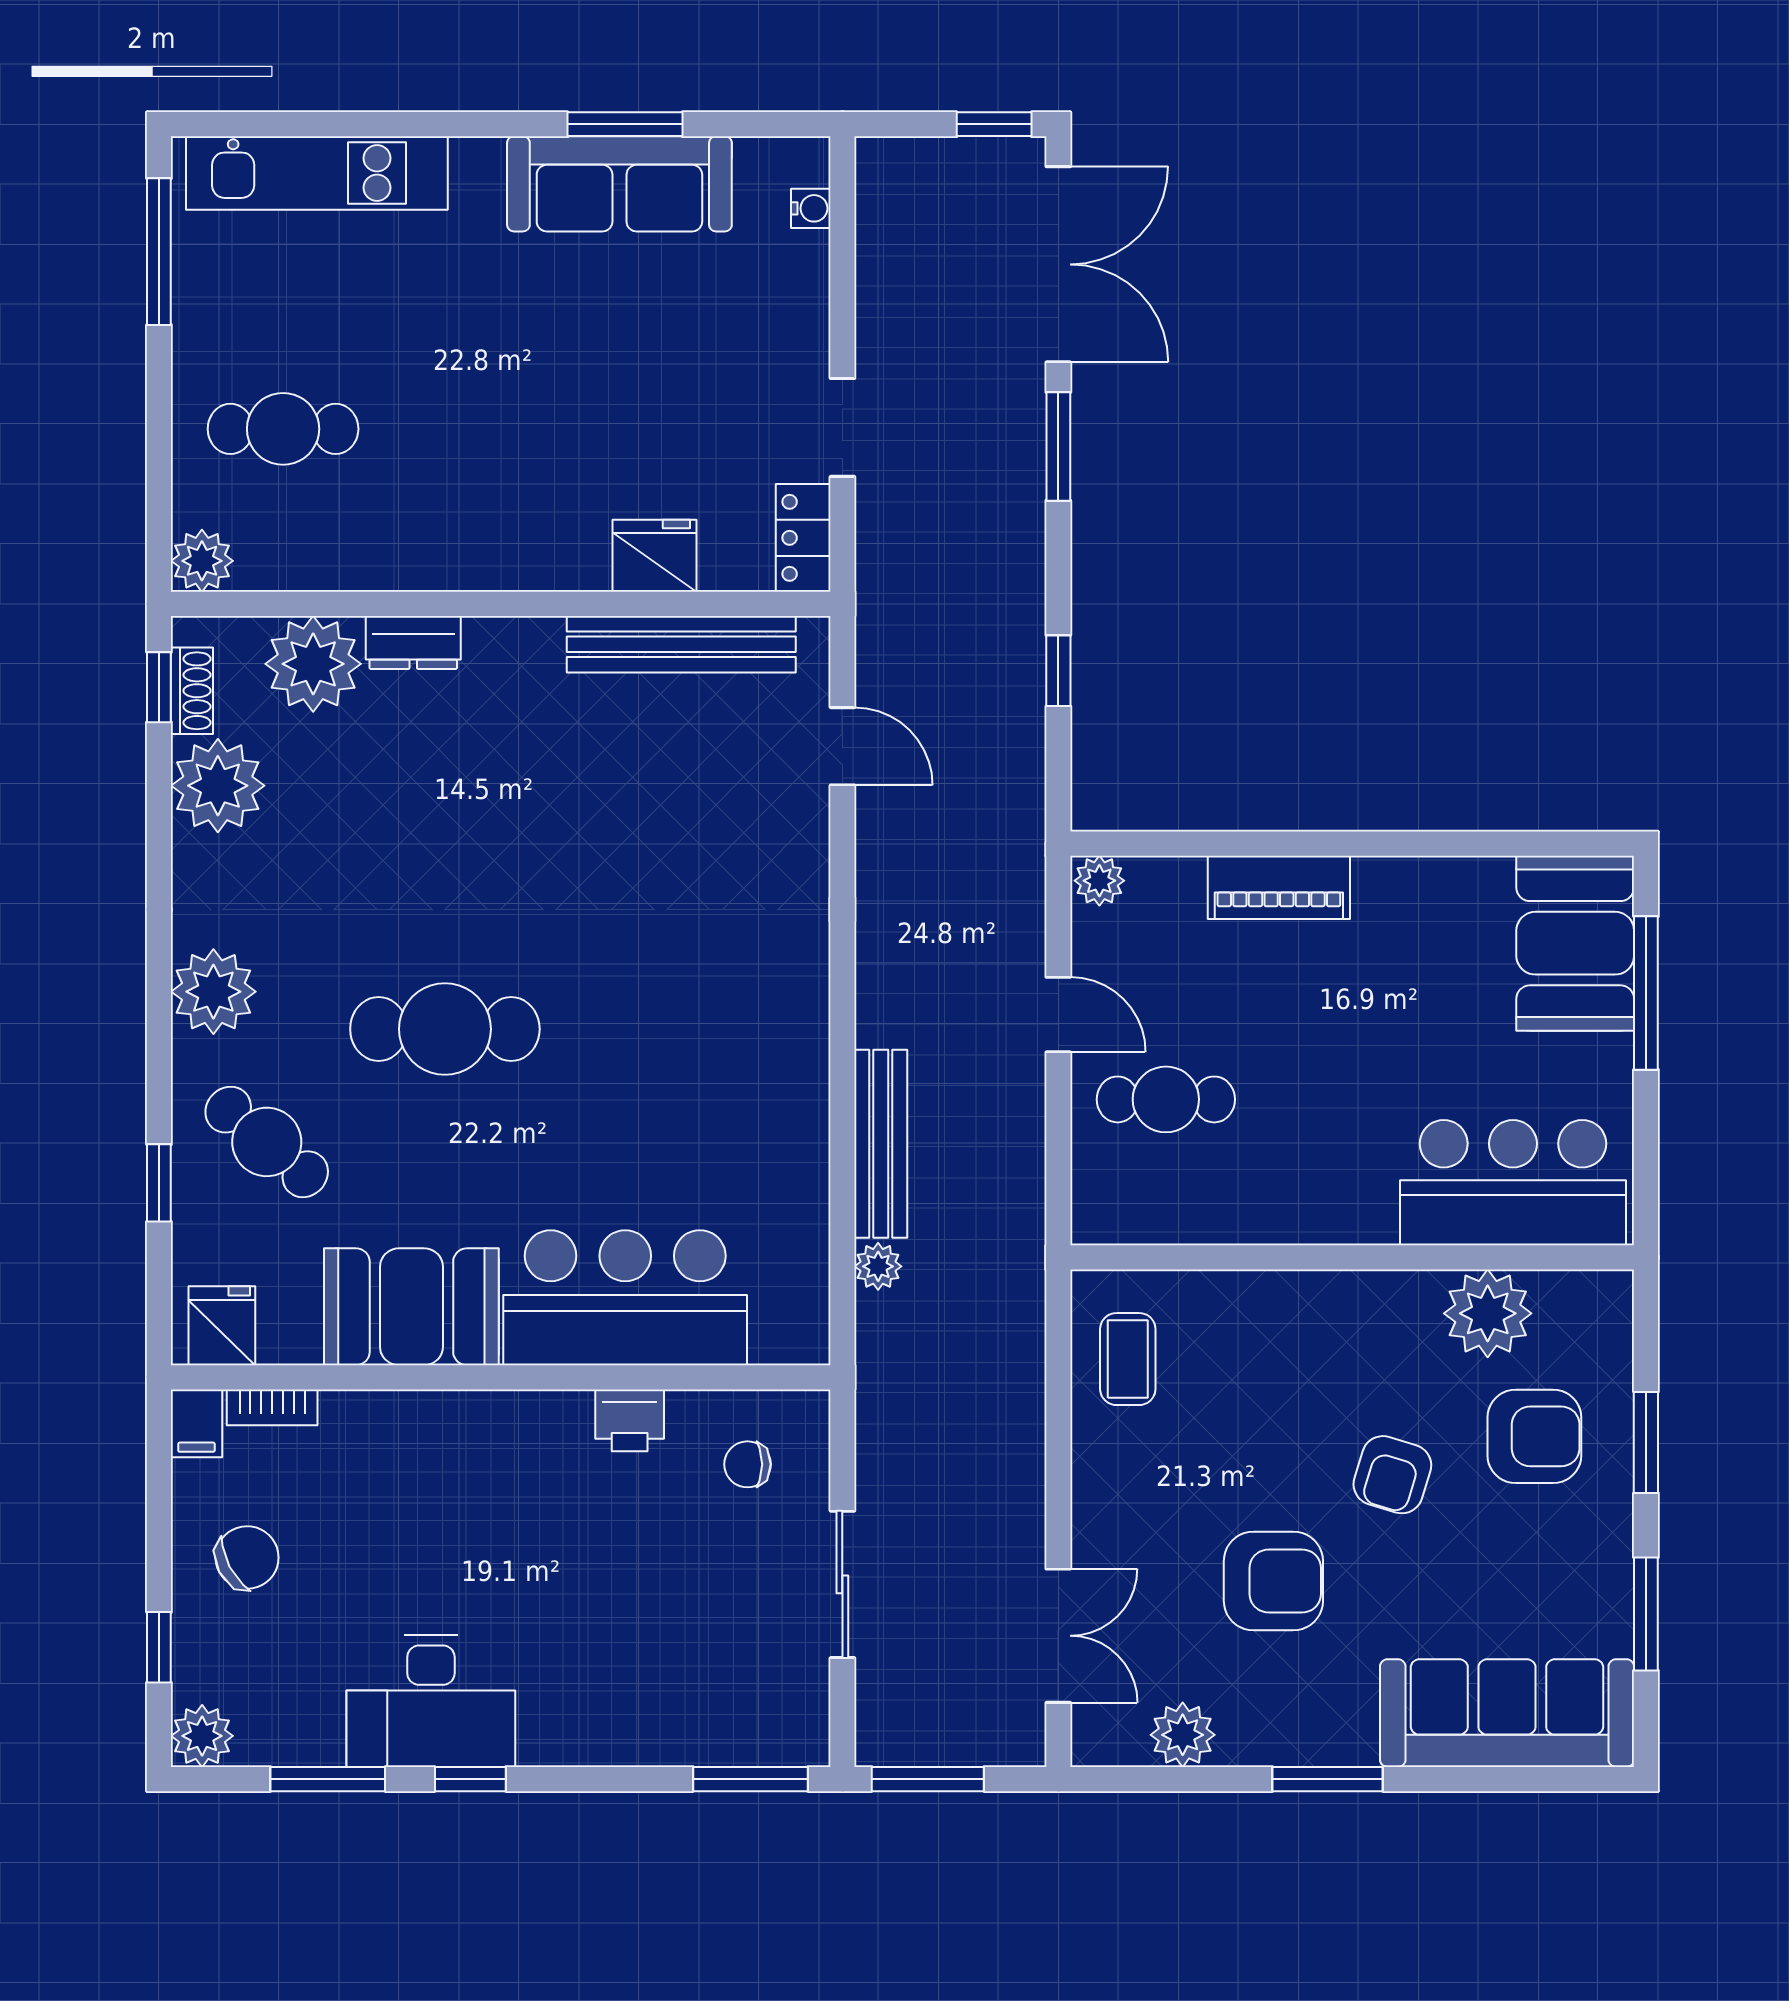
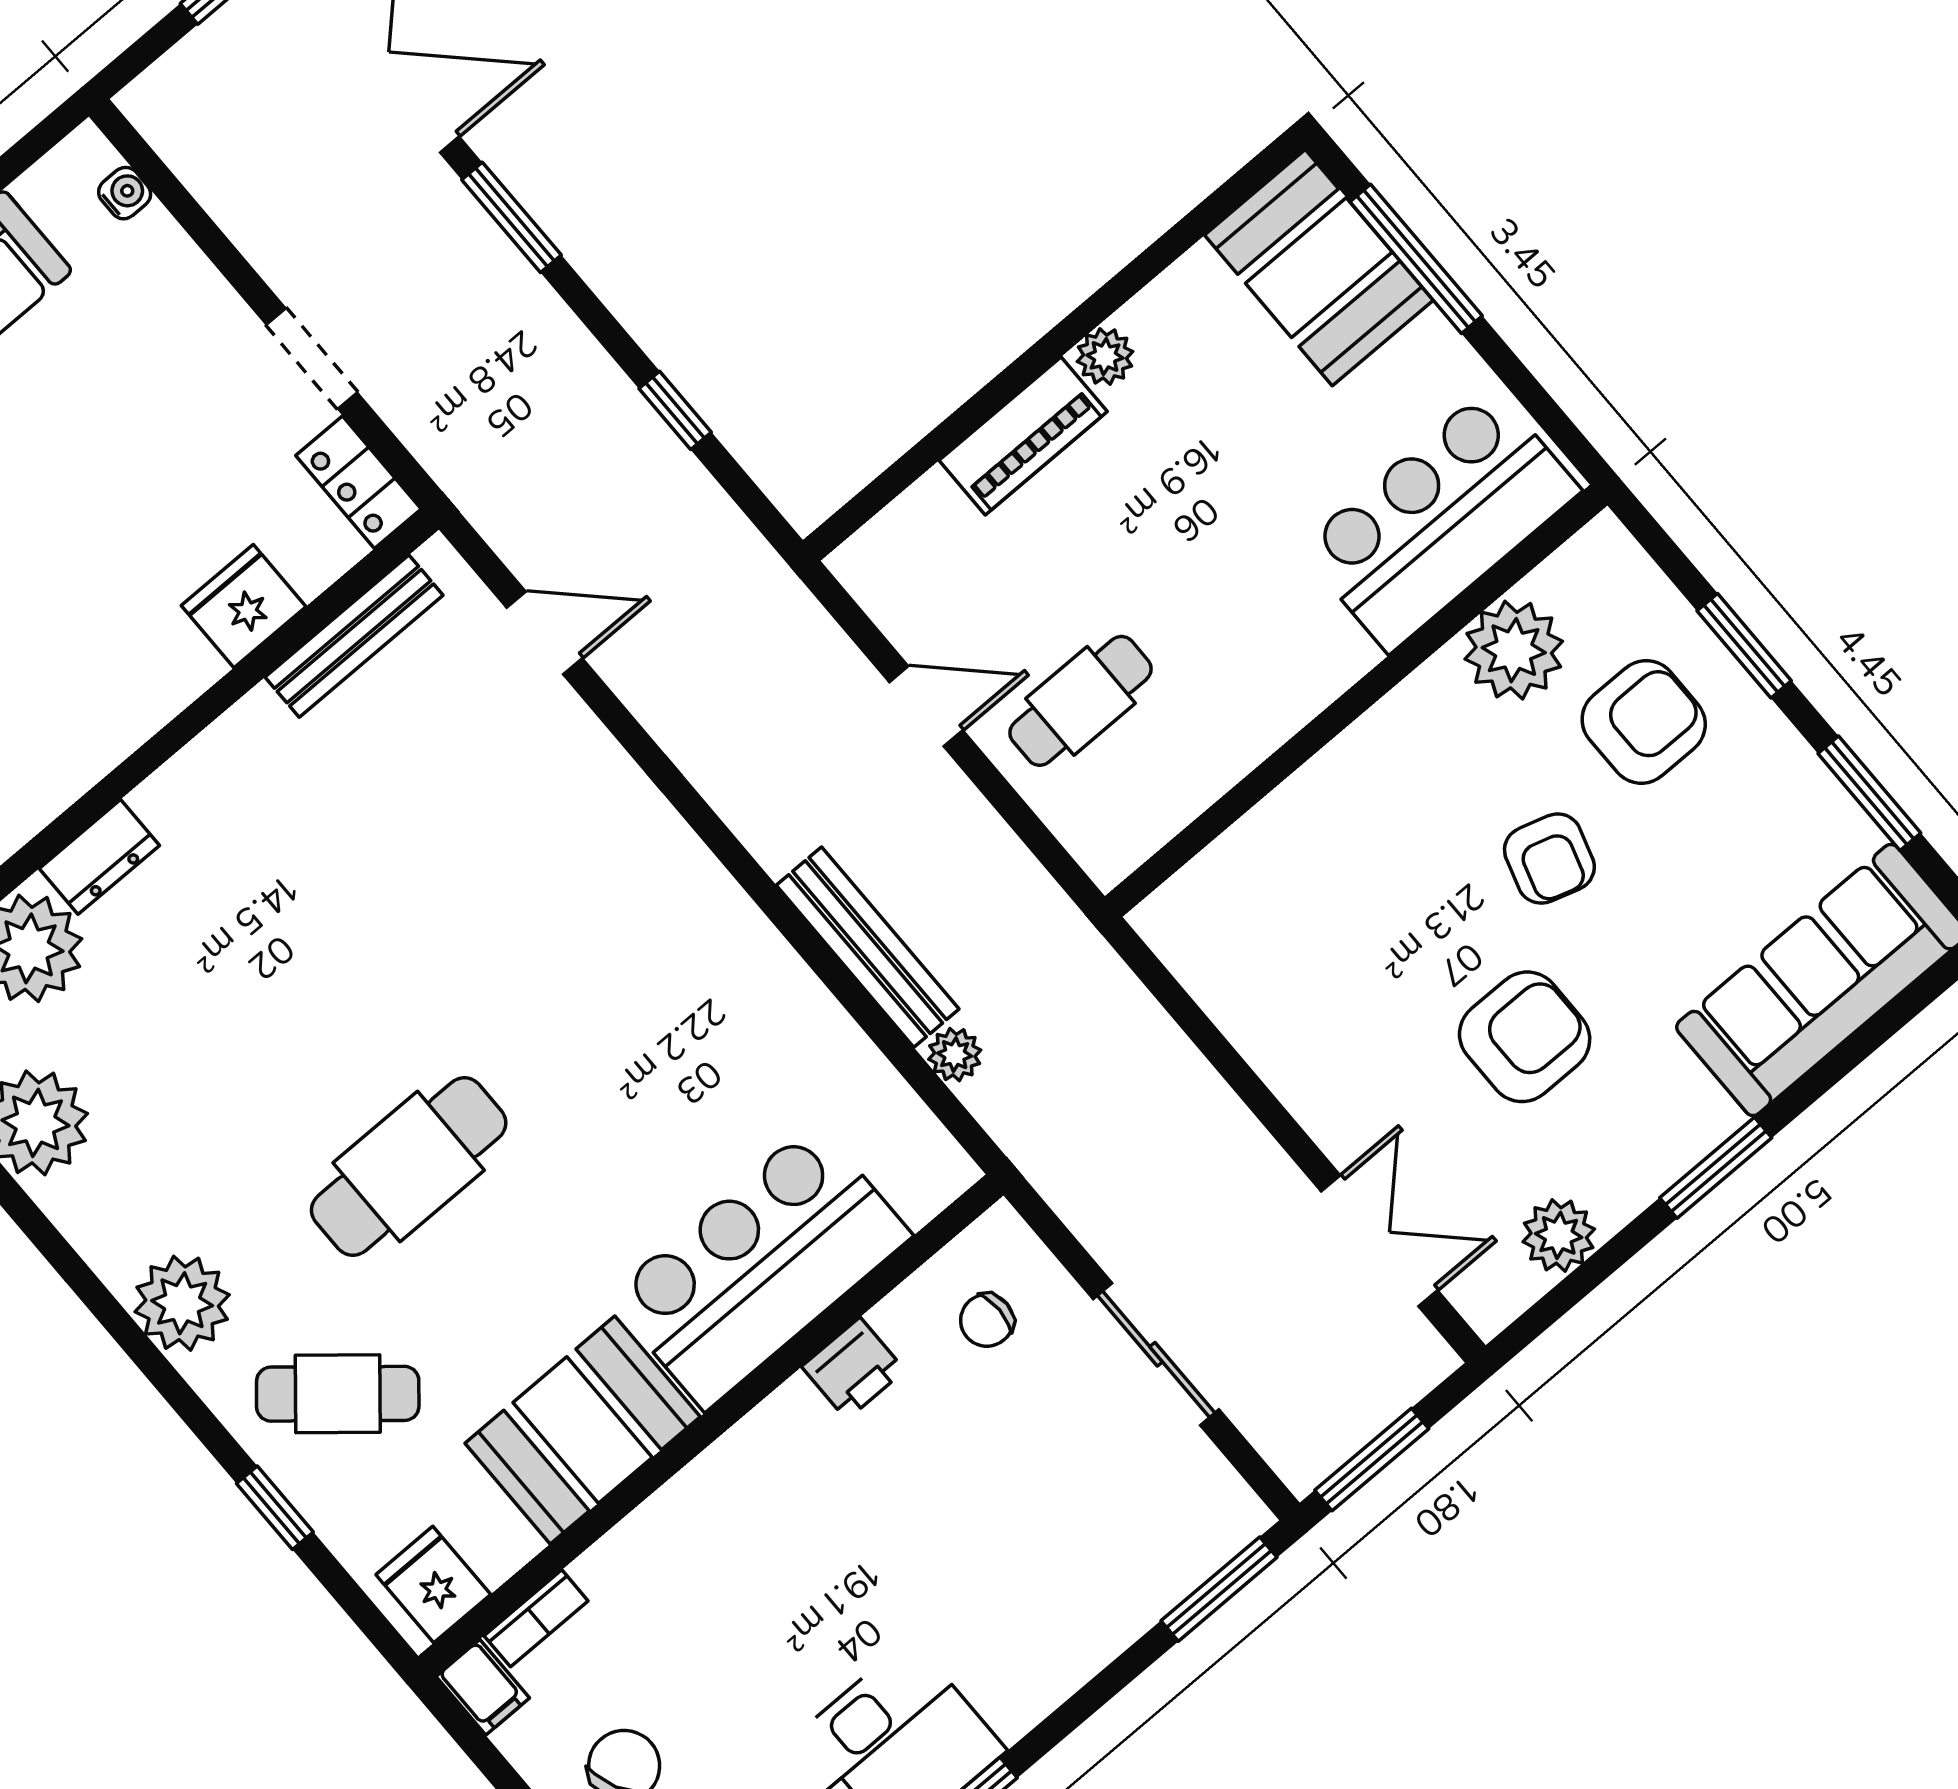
bench: (681, 644) -> (354, 636), width x0.73, depth x0.82
plant: (1099, 881) -> (1105, 357), moved
coffee table: (1128, 1359) -> (1237, 952), removed

